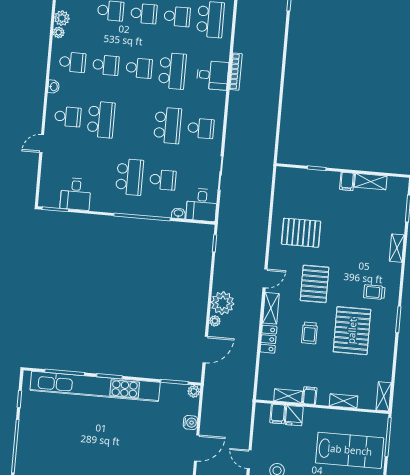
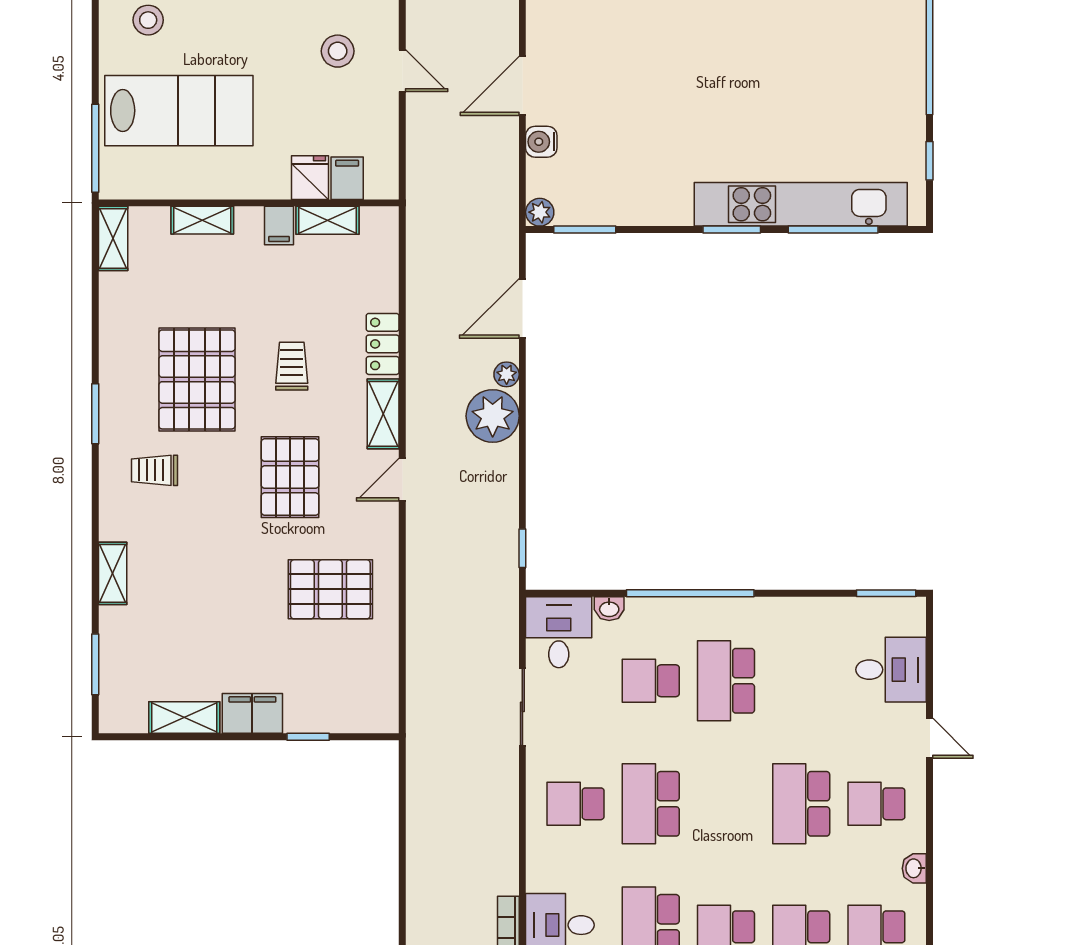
door: (42, 144) -> (930, 738), hinge flipped
filing cabinet: (347, 181) -> (252, 713), width x2.00
desk: (76, 194) -> (891, 670), moved, turned 90
trolley: (374, 292) -> (154, 470), turned 180
kitchen unit: (95, 386) -> (801, 204), width x0.73
lab bench: (350, 450) -> (179, 111), turned 180

